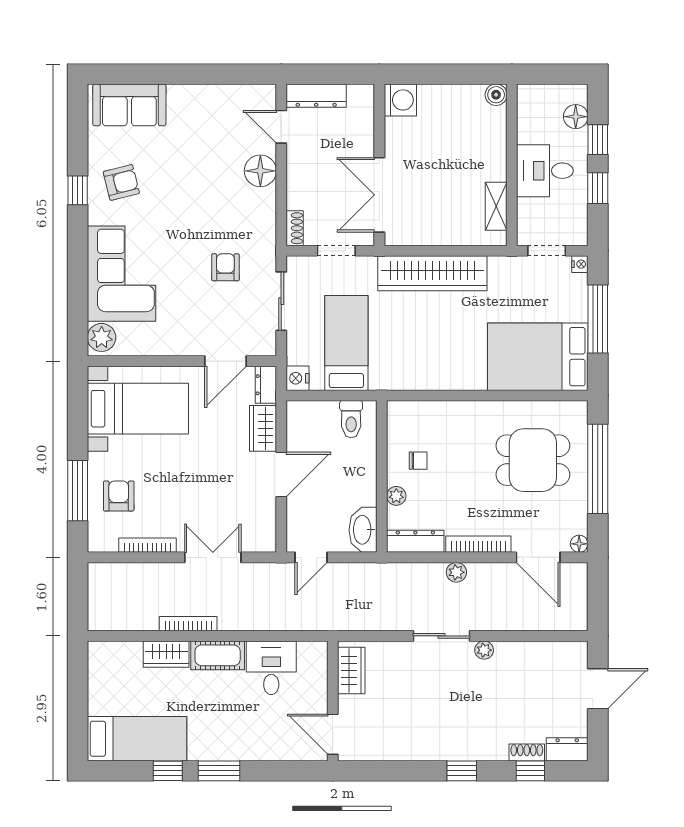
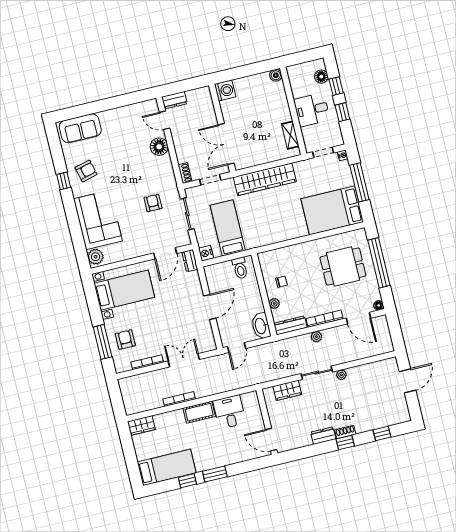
dresser: (316, 96) -> (174, 100), width x0.70
wardrobe: (263, 428) -> (194, 285), removed
wardrobe: (166, 654) -> (141, 425), moved
wardrobe: (351, 671) -> (287, 390), moved, turned 90
dresser: (567, 749) -> (323, 436), moved
shoe rack: (527, 752) -> (345, 432), moved

